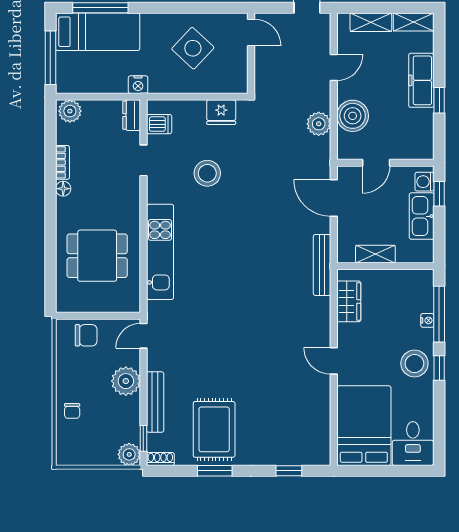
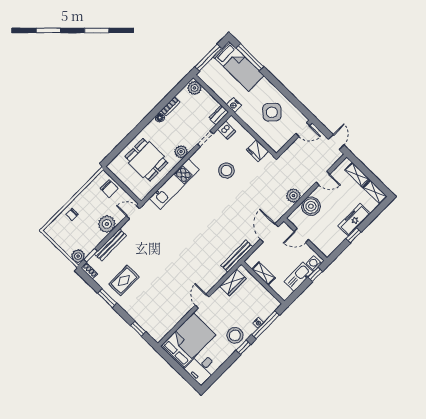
door: (251, 32) -> (303, 130), hinge flipped
plant: (130, 205) -> (181, 152), added
rug: (214, 429) -> (124, 281), width x0.73, depth x0.70

